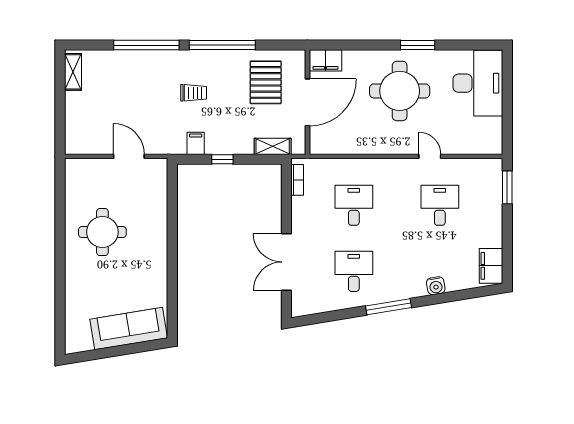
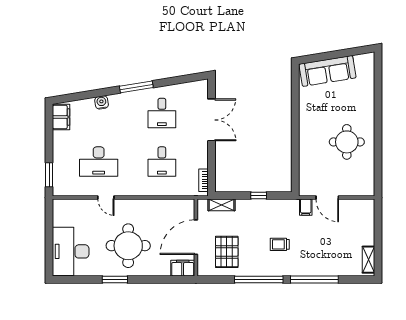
filing cabinet: (196, 143) -> (306, 207), moved
desk: (440, 205) -> (99, 162), width x1.37

